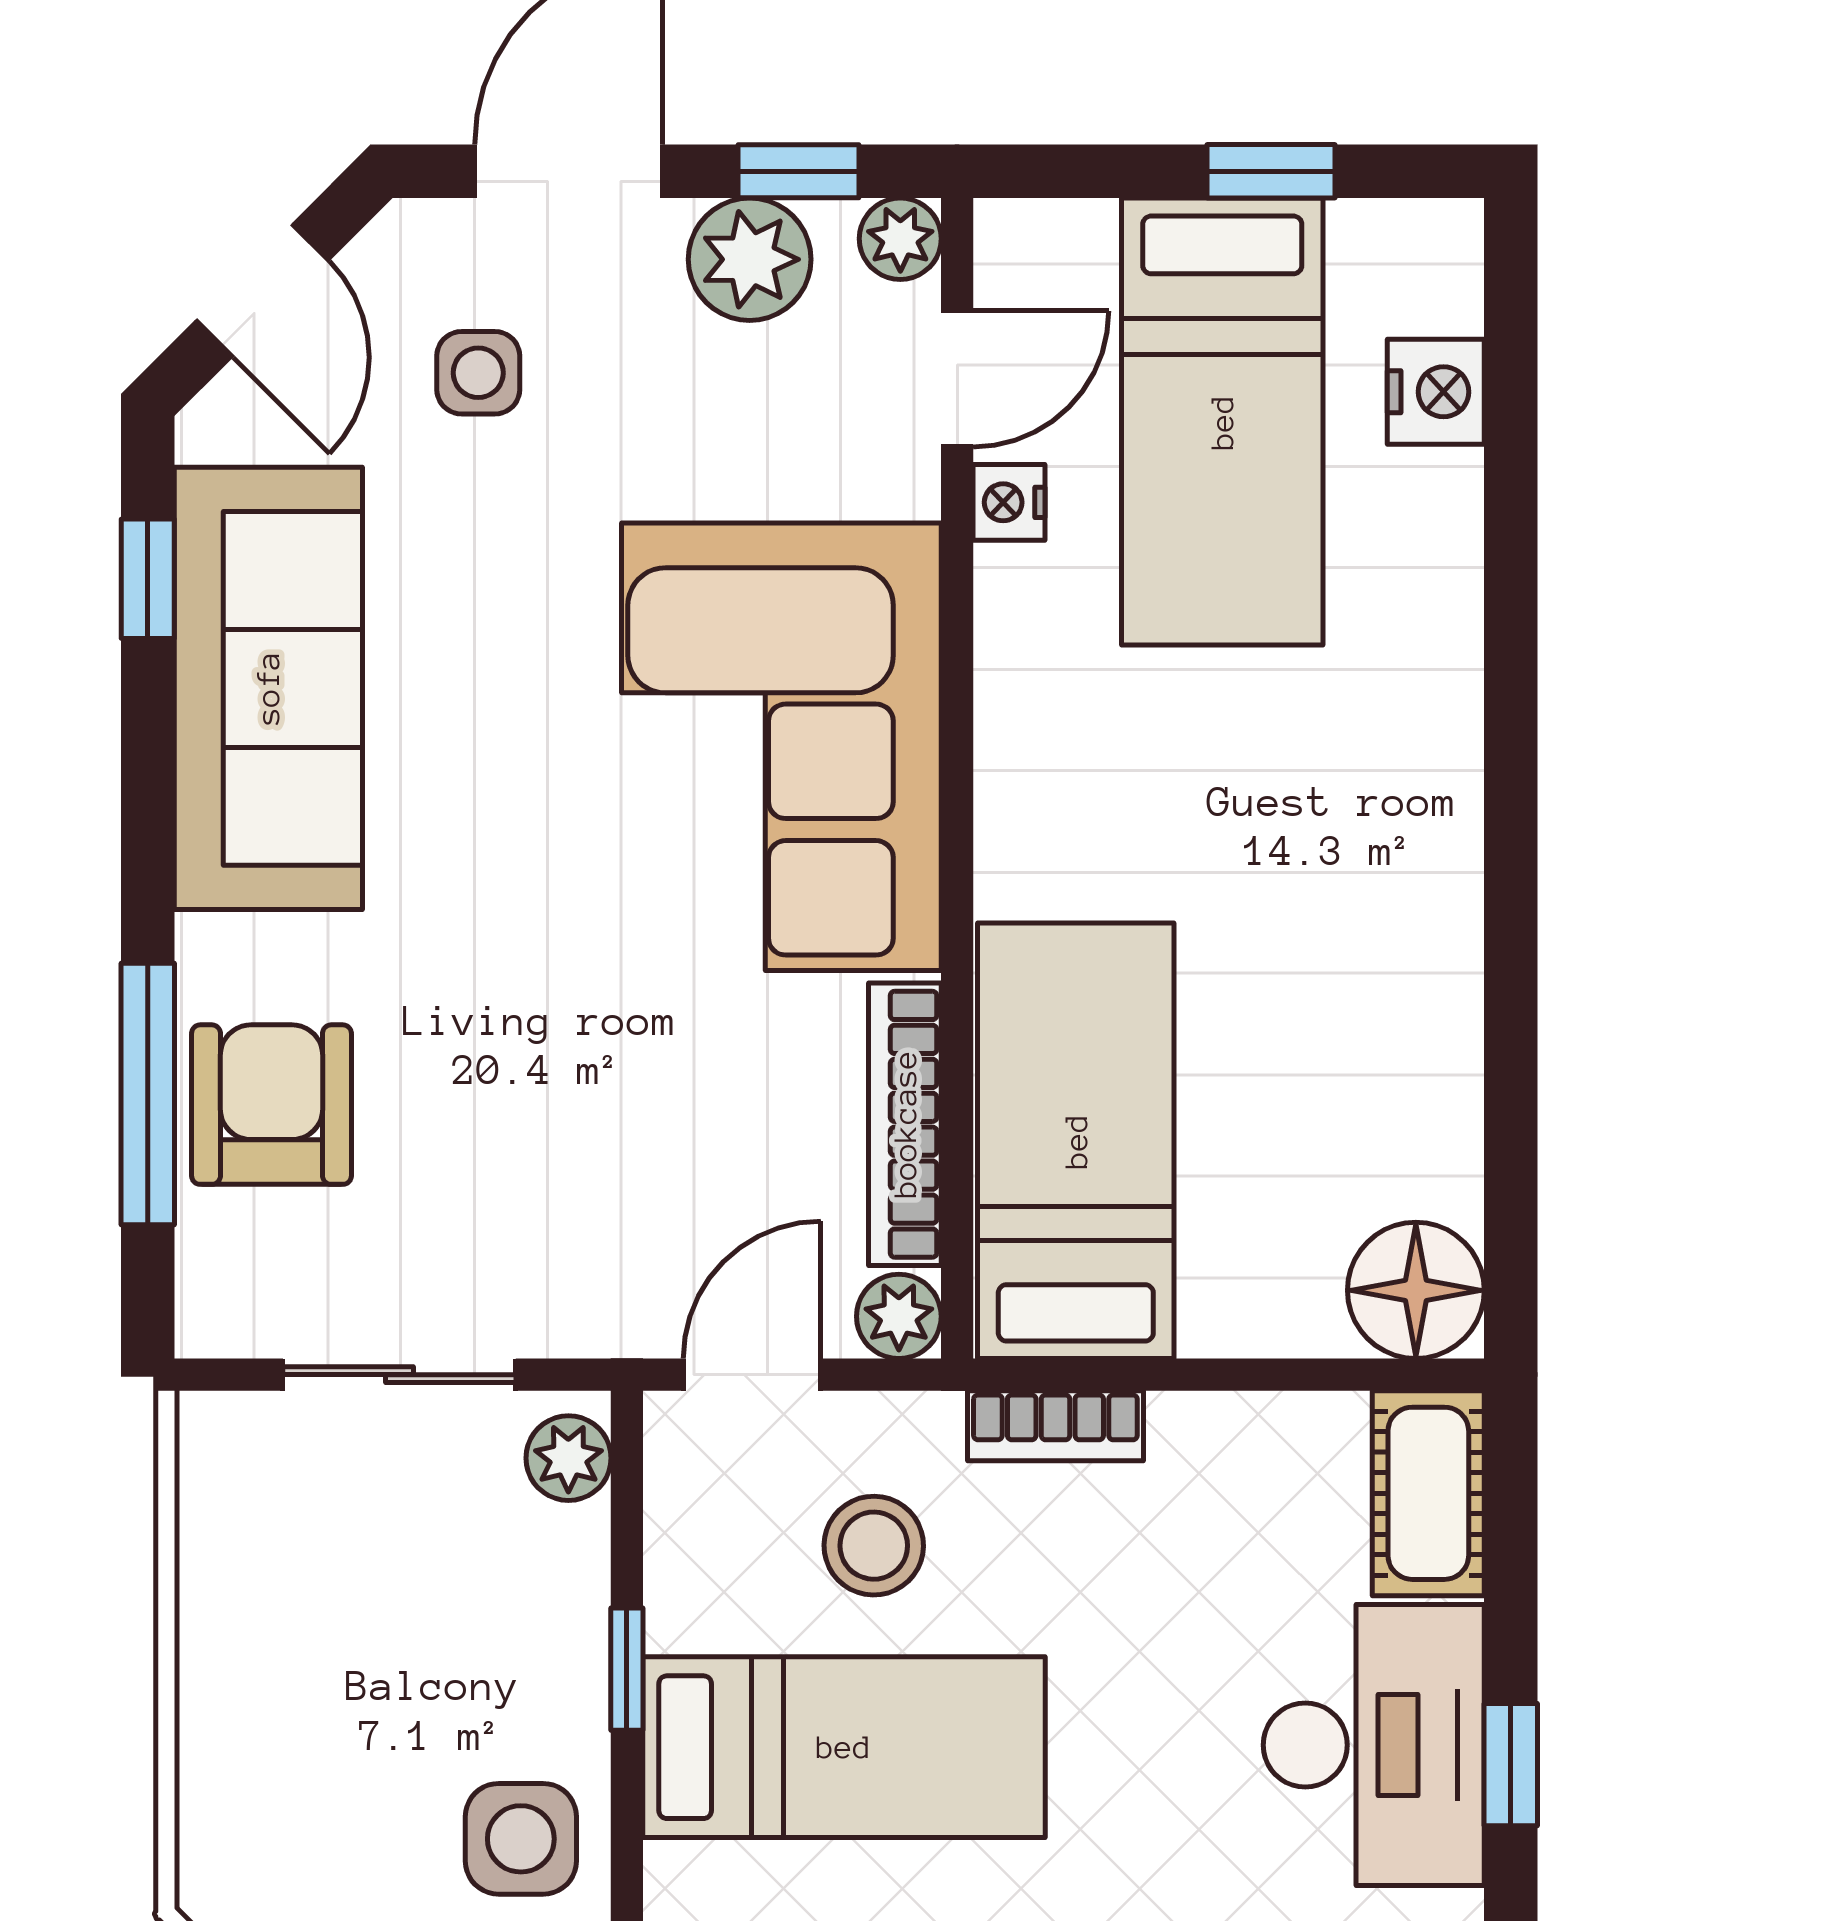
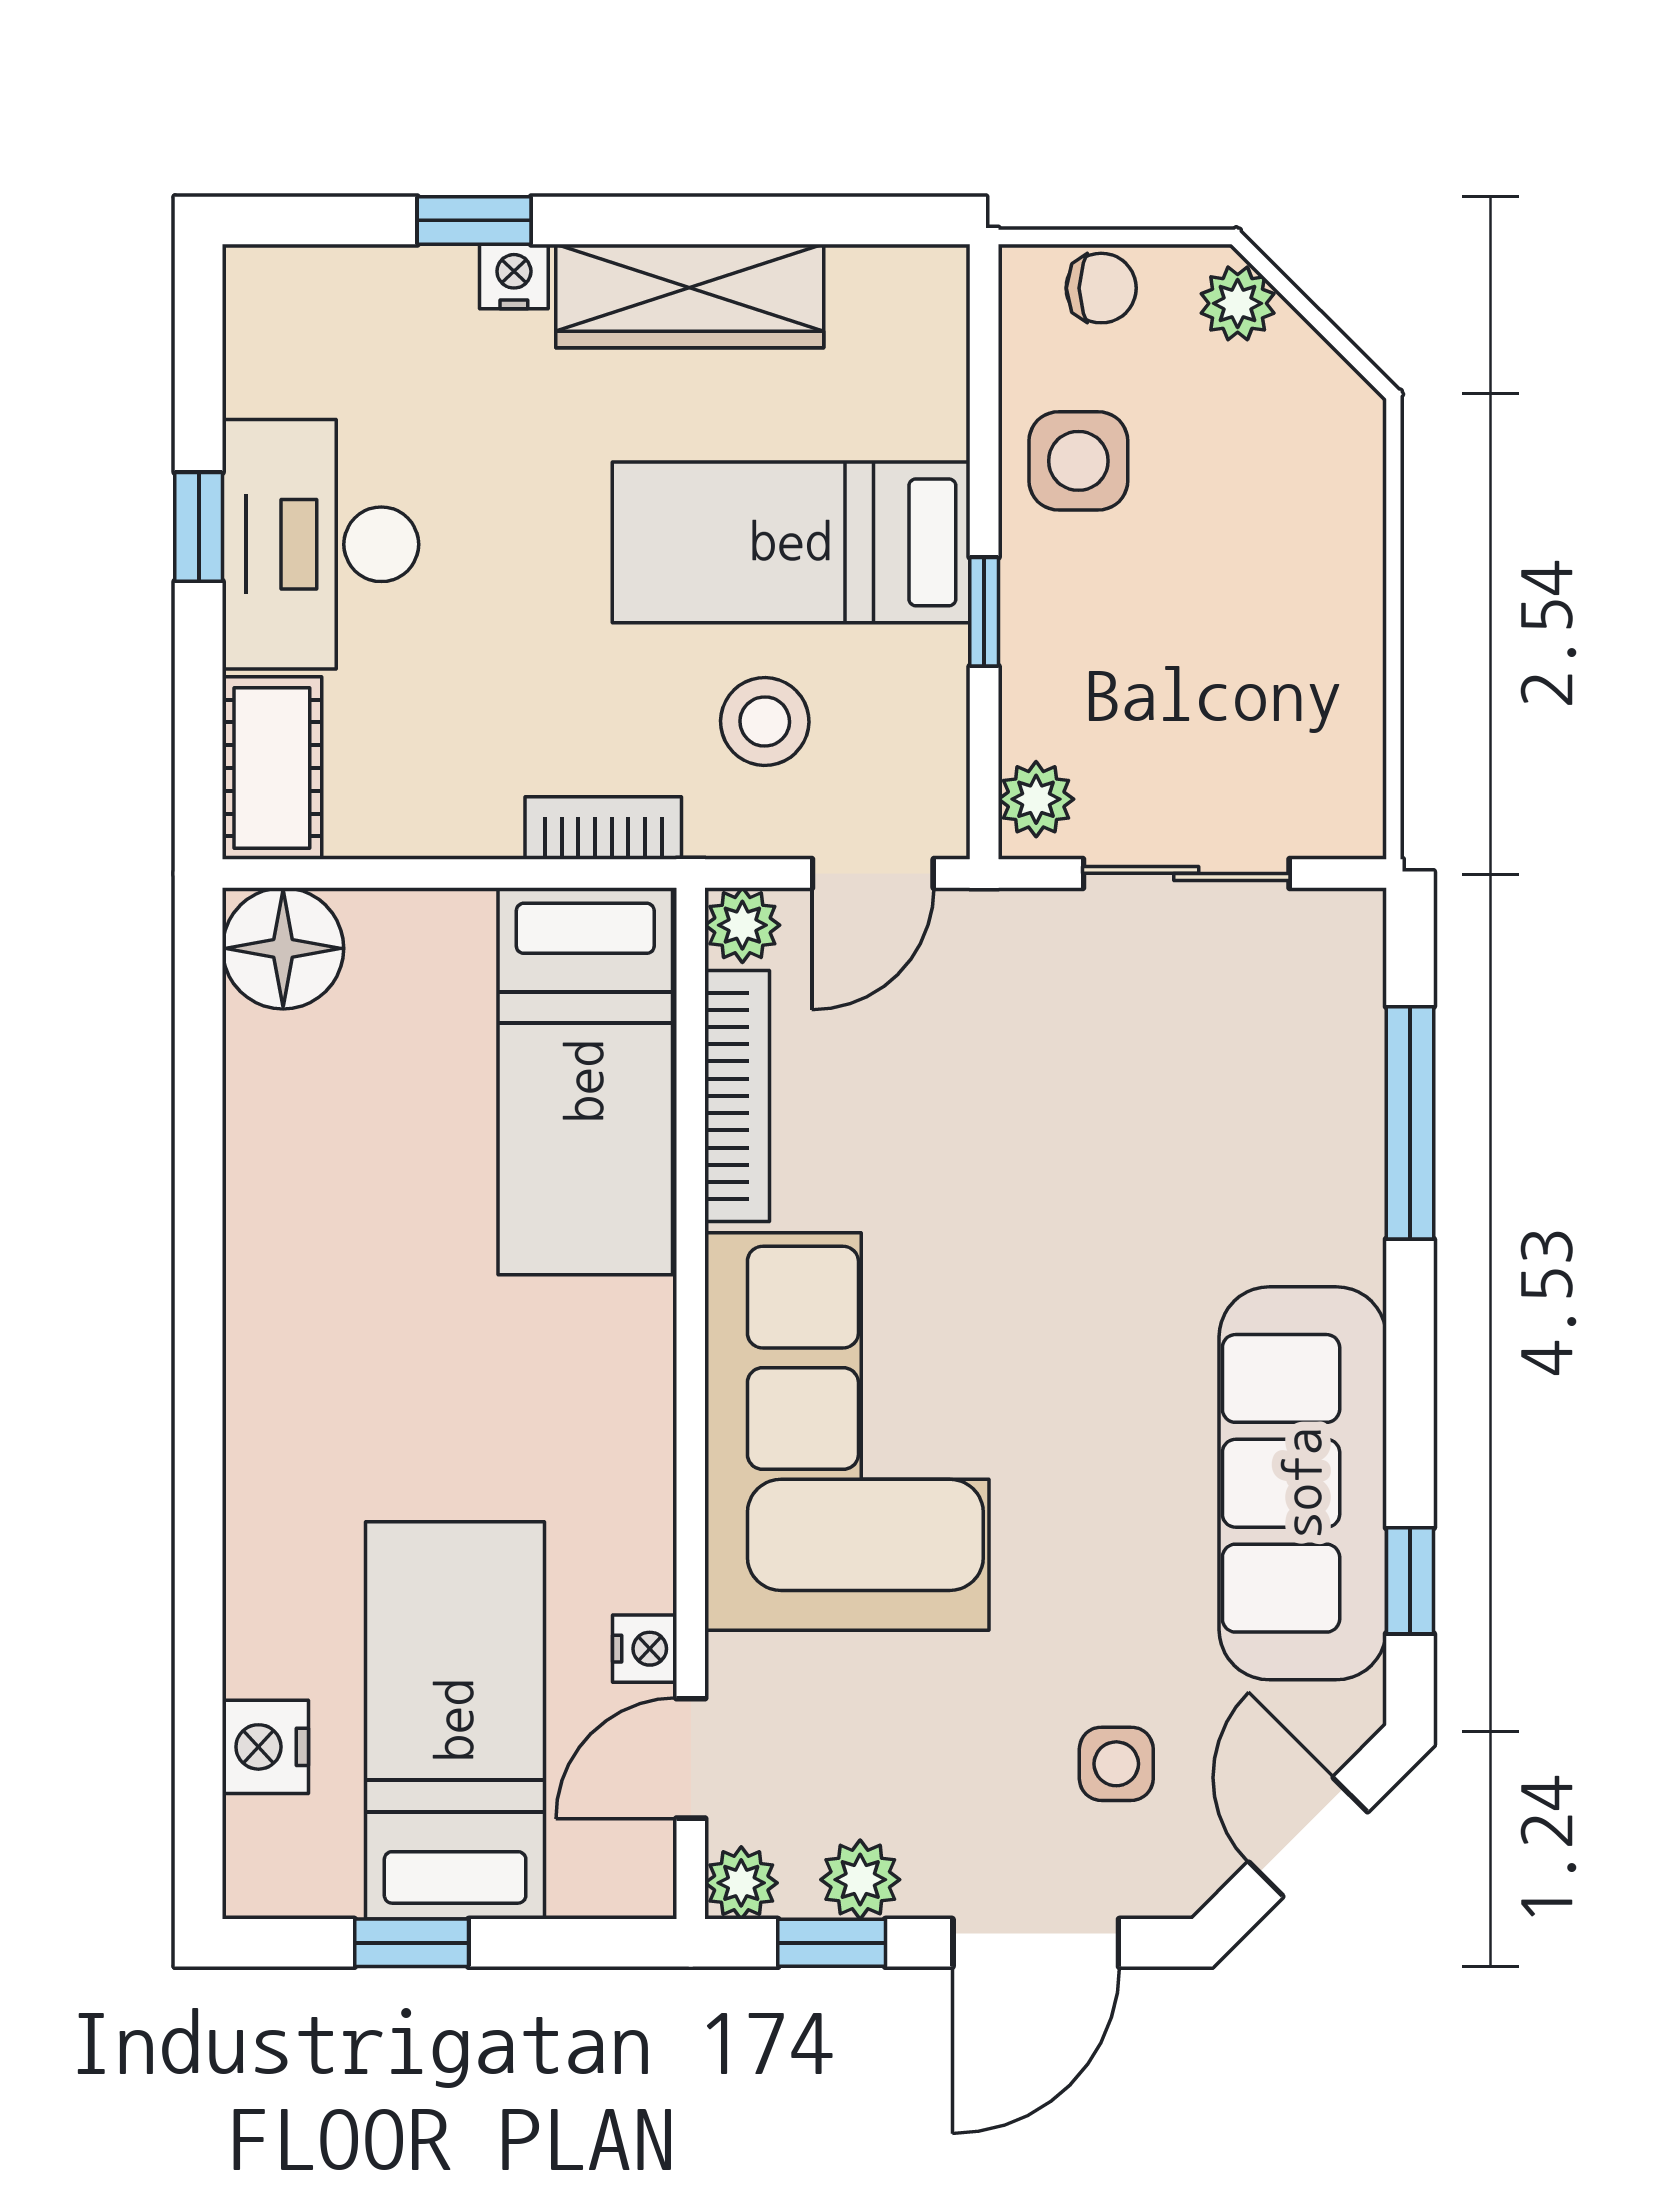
plant: (750, 259) -> (860, 1880), width x0.73, depth x0.73
armchair: (271, 1105) -> (1300, 1113), removed

